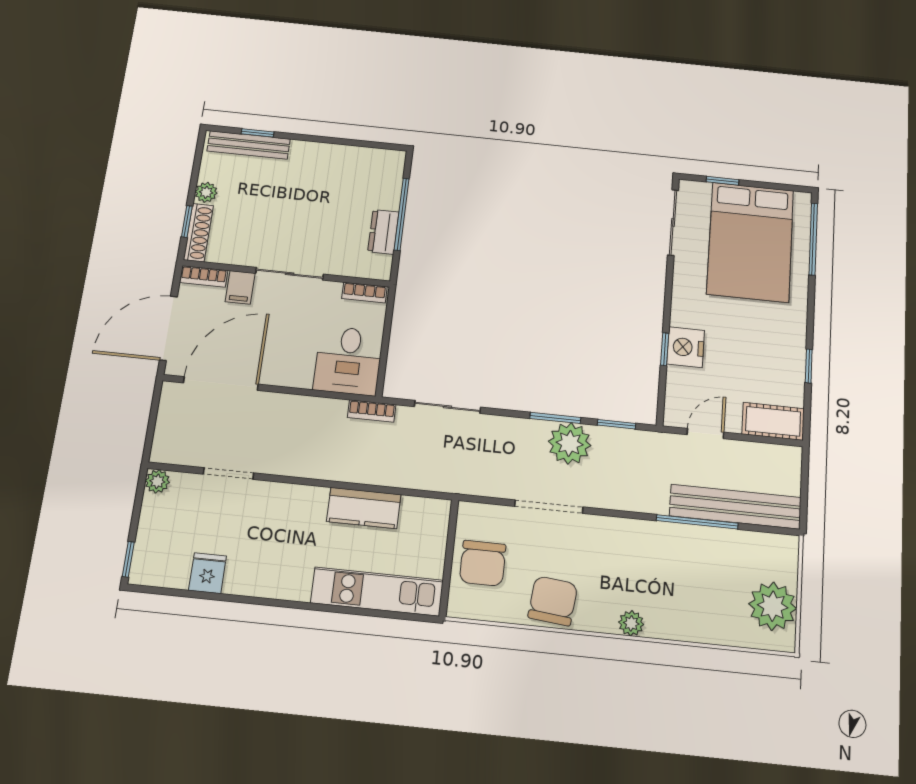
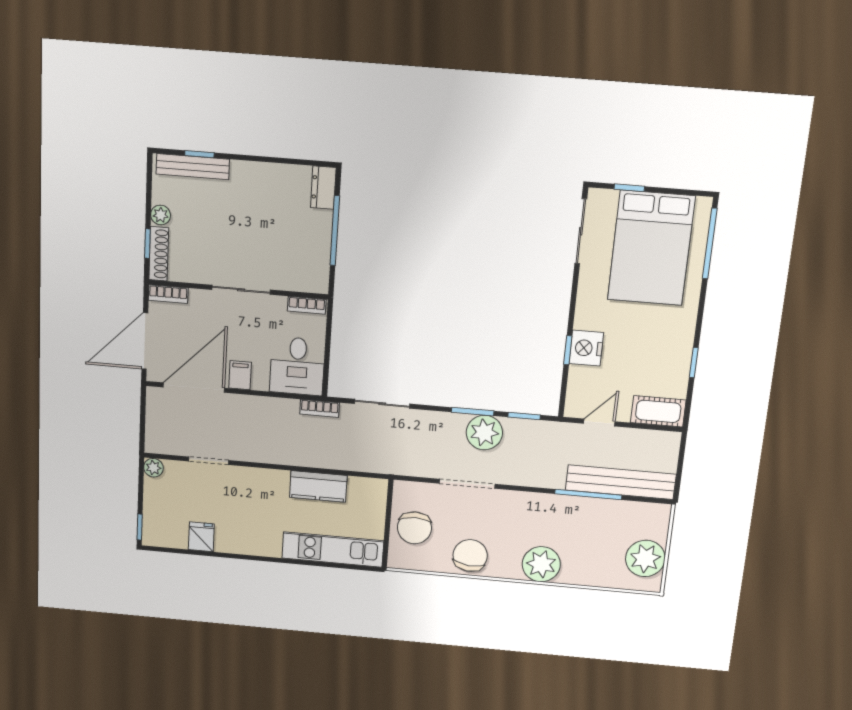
dresser: (383, 232) -> (323, 188), moved
filing cabinet: (240, 287) -> (240, 375), moved, turned 180
plant: (631, 623) -> (541, 564), width x1.87, depth x1.87

